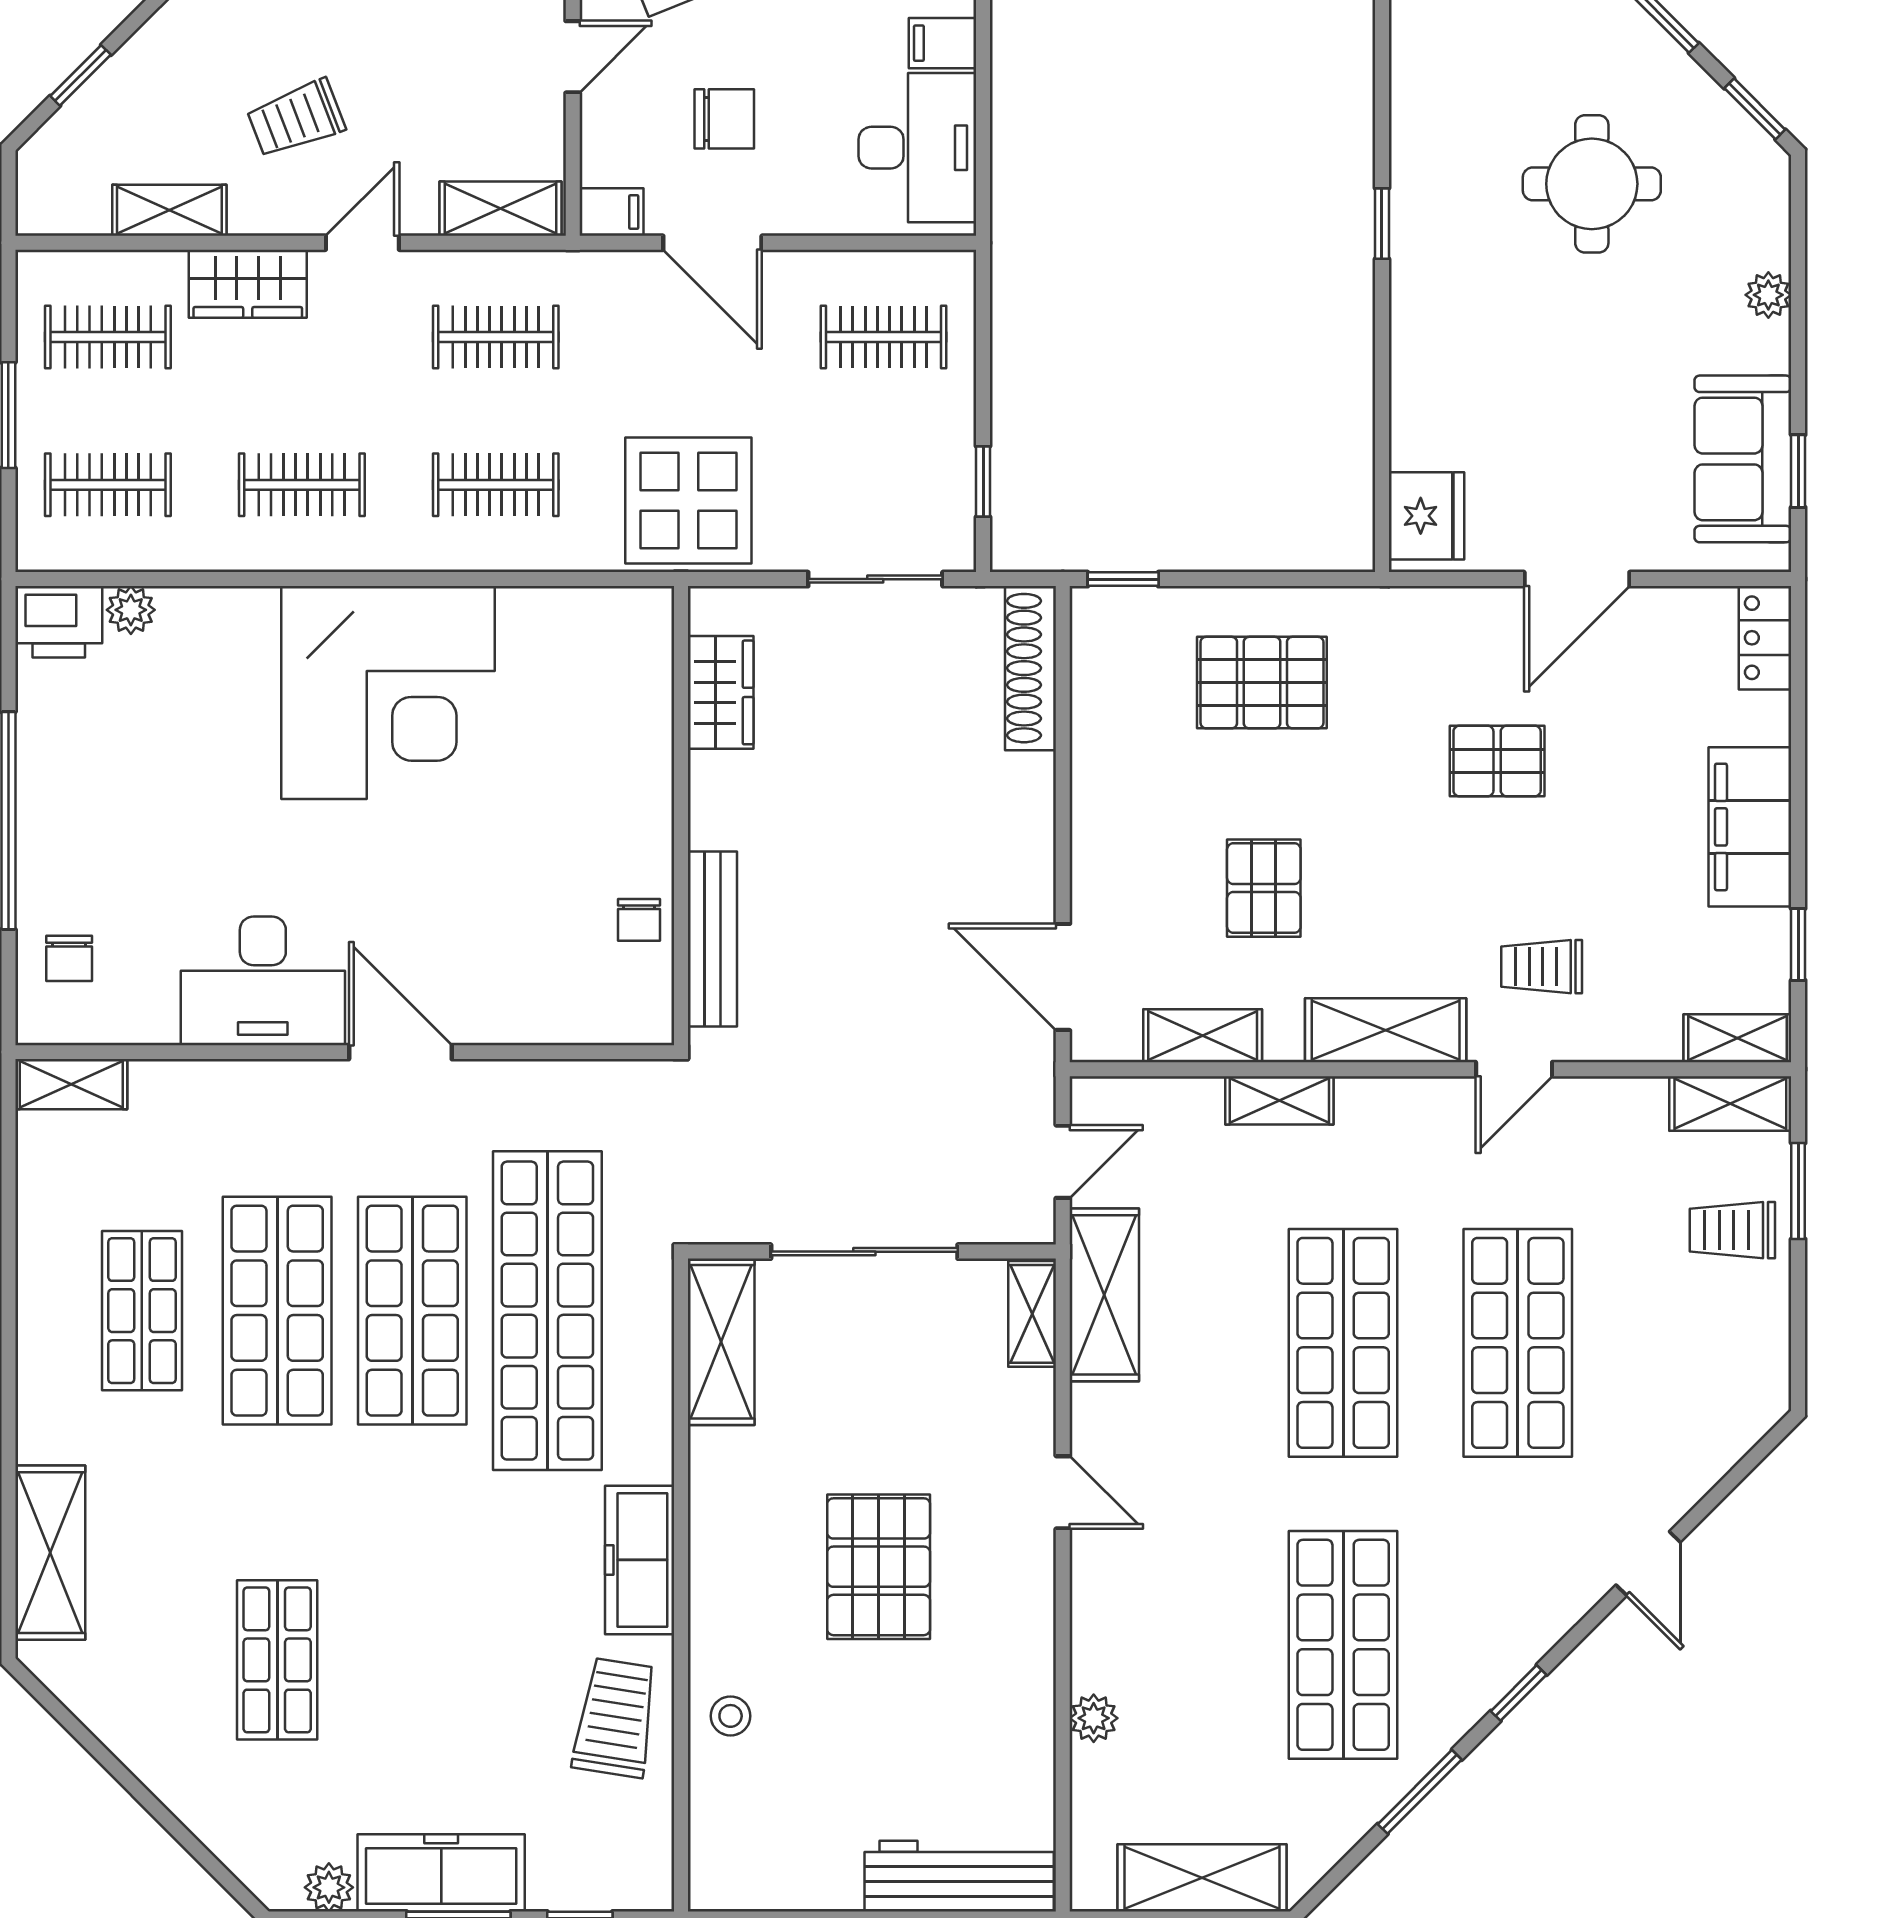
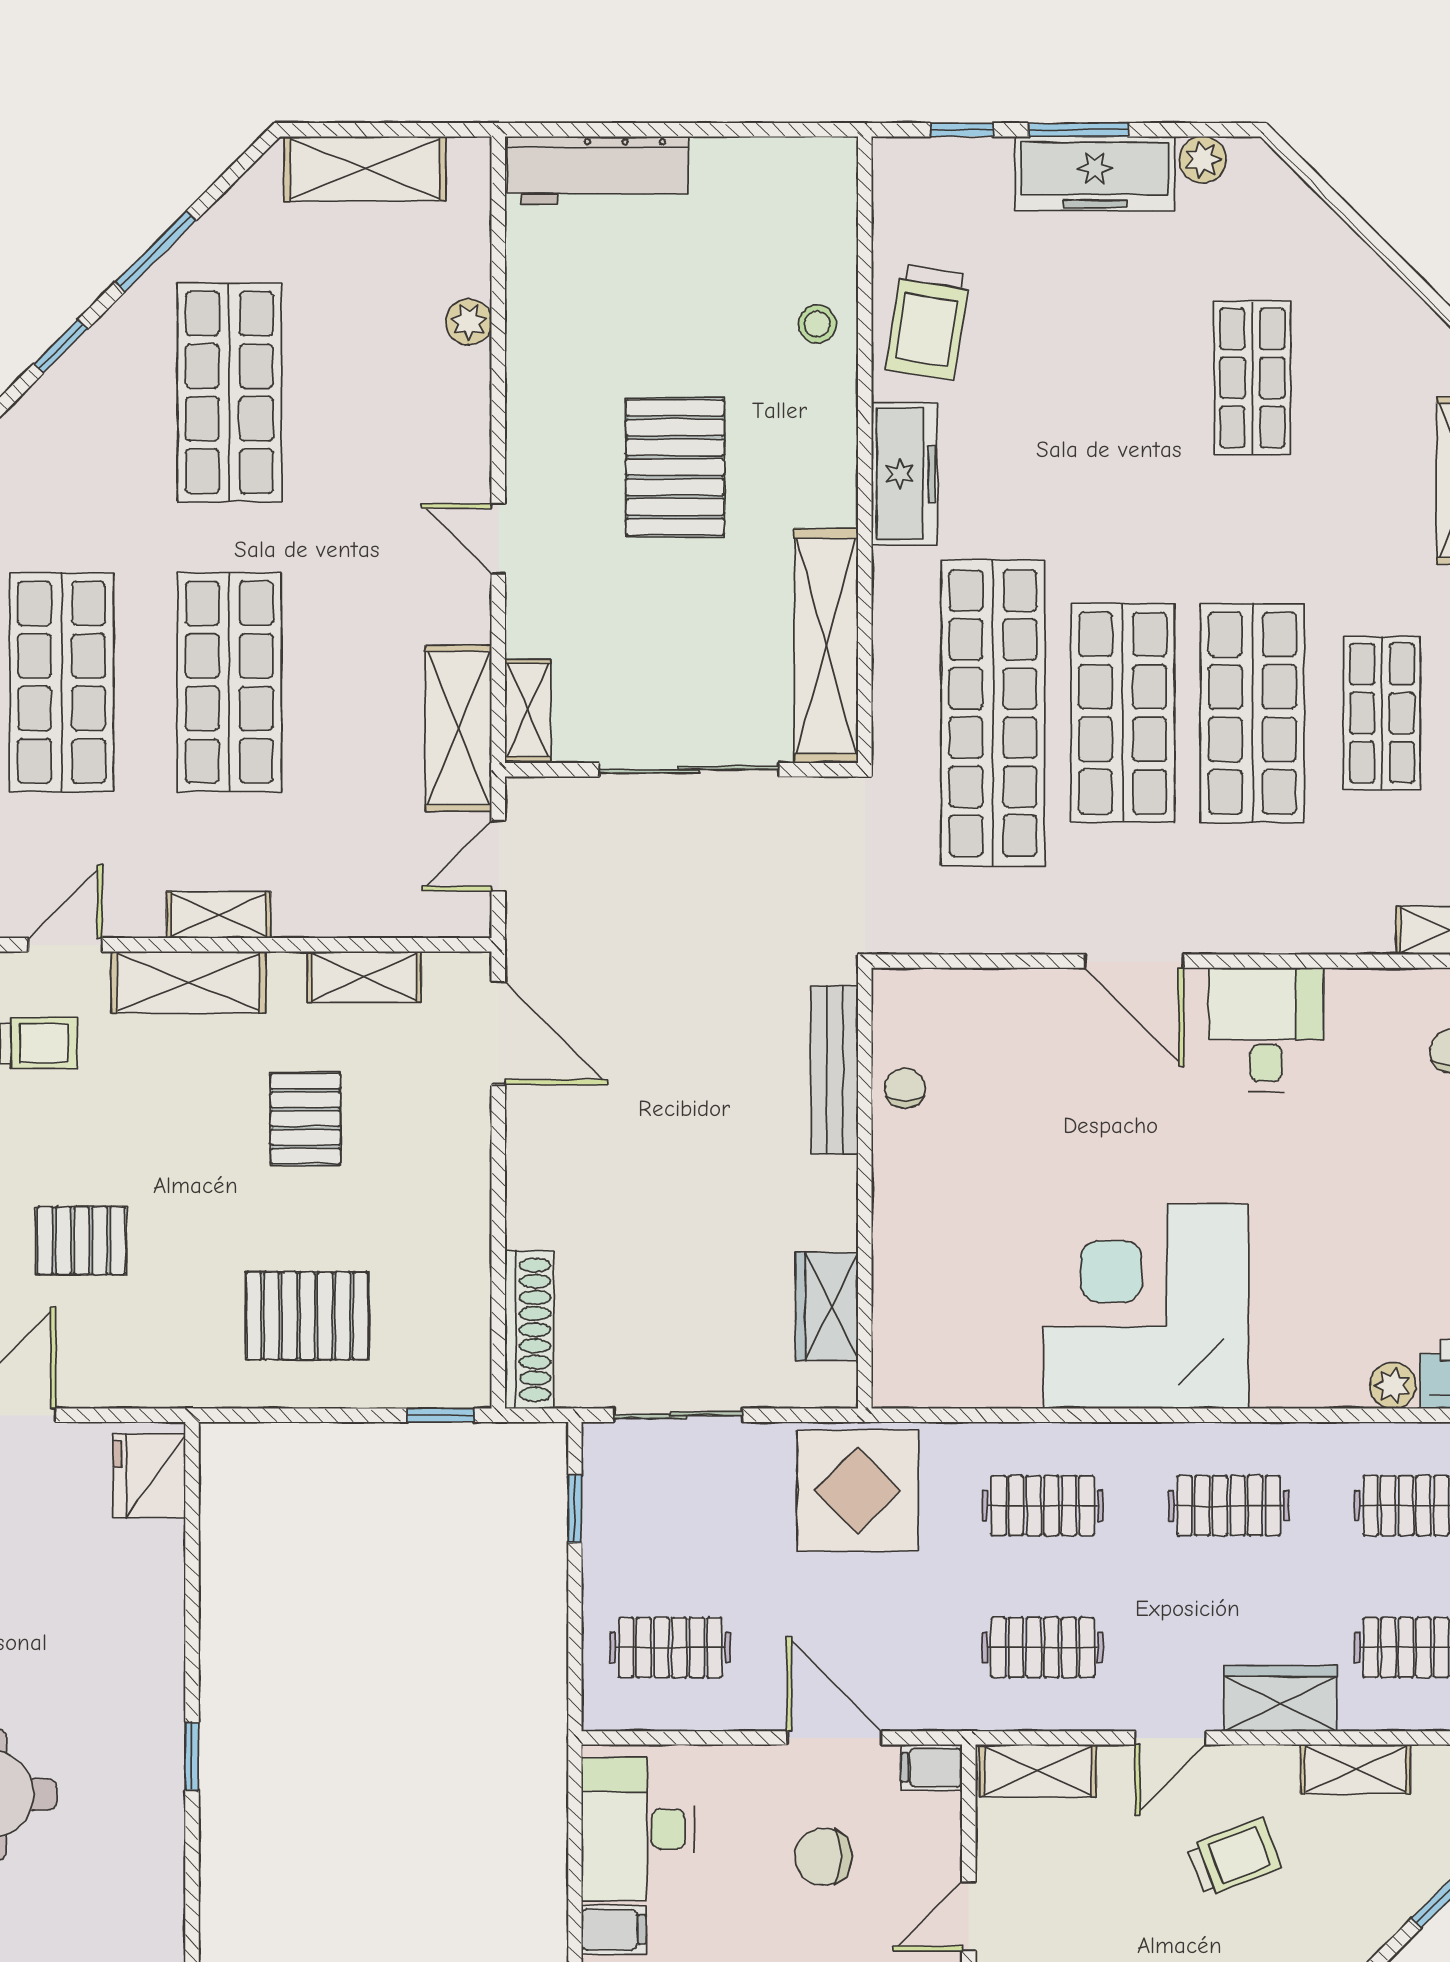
desk: (263, 981) -> (1266, 1030), width x0.73
shelving: (1279, 1100) -> (219, 915), moved
shelving: (721, 1342) -> (826, 646), width x1.47

